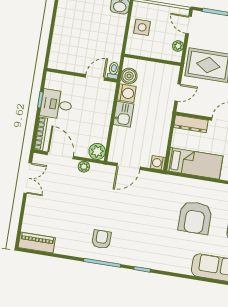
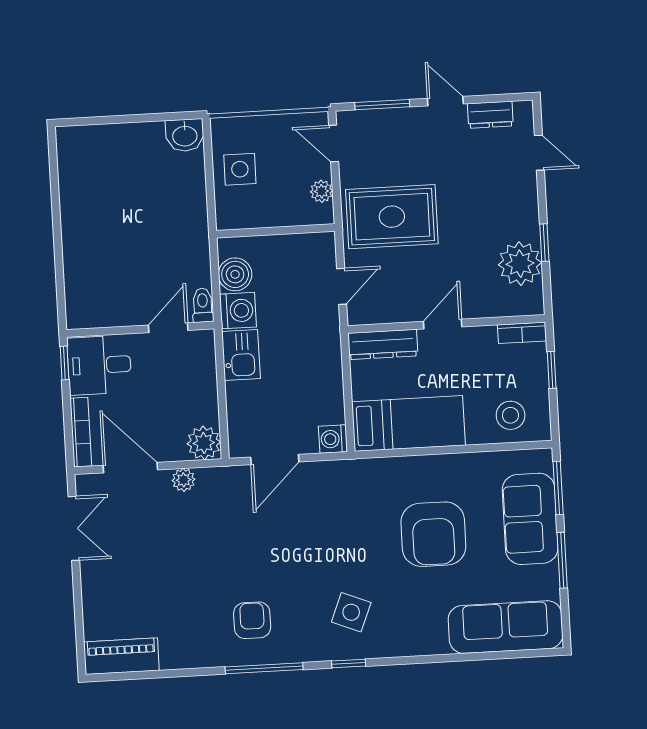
toilet: (113, 70) -> (203, 305), moved
wall: (82, 75) -> (140, 329), moved
door: (95, 77) -> (168, 328), moved
side table: (149, 246) -> (351, 612), added

